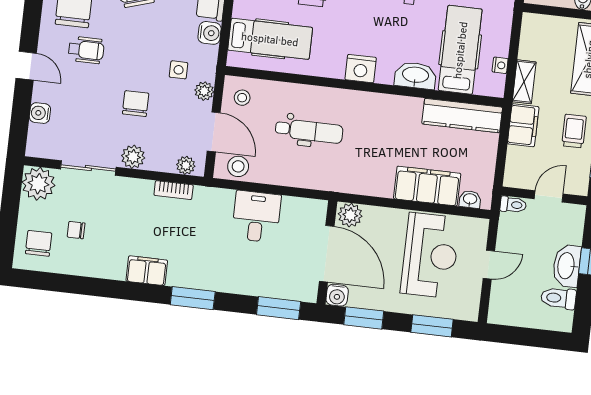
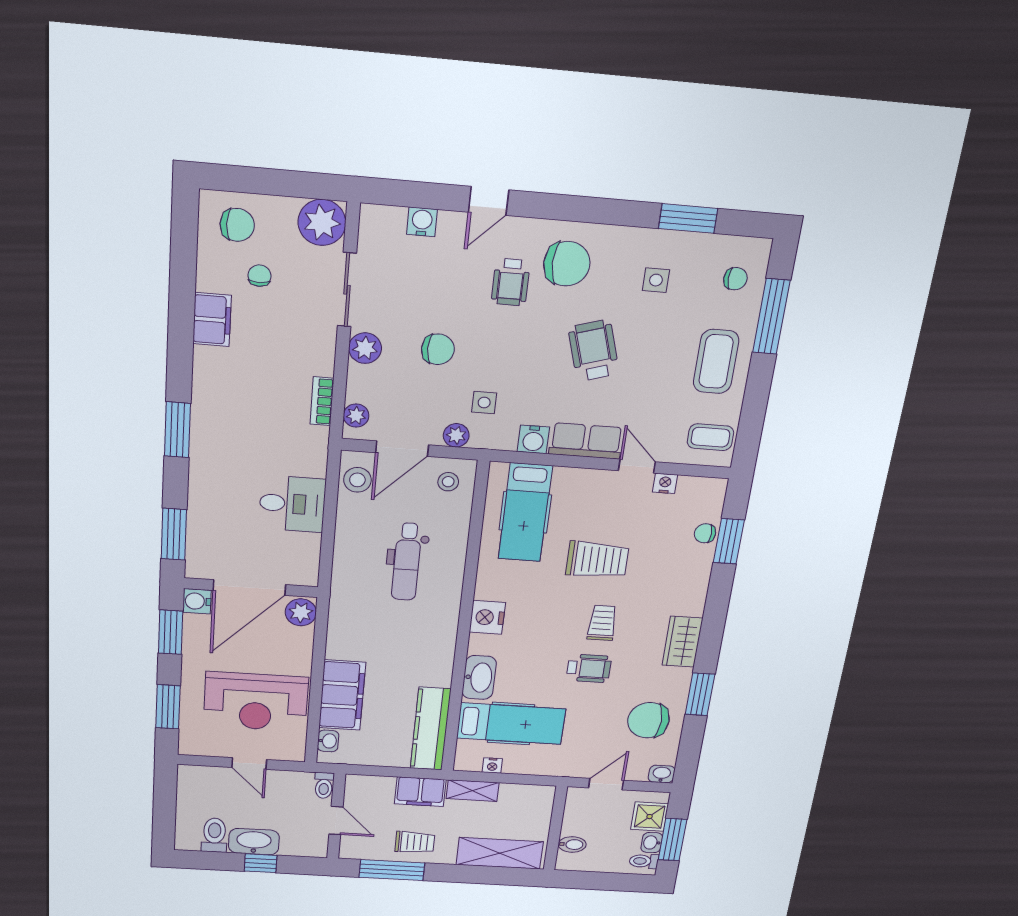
filing cabinet: (147, 271) -> (212, 320), moved

